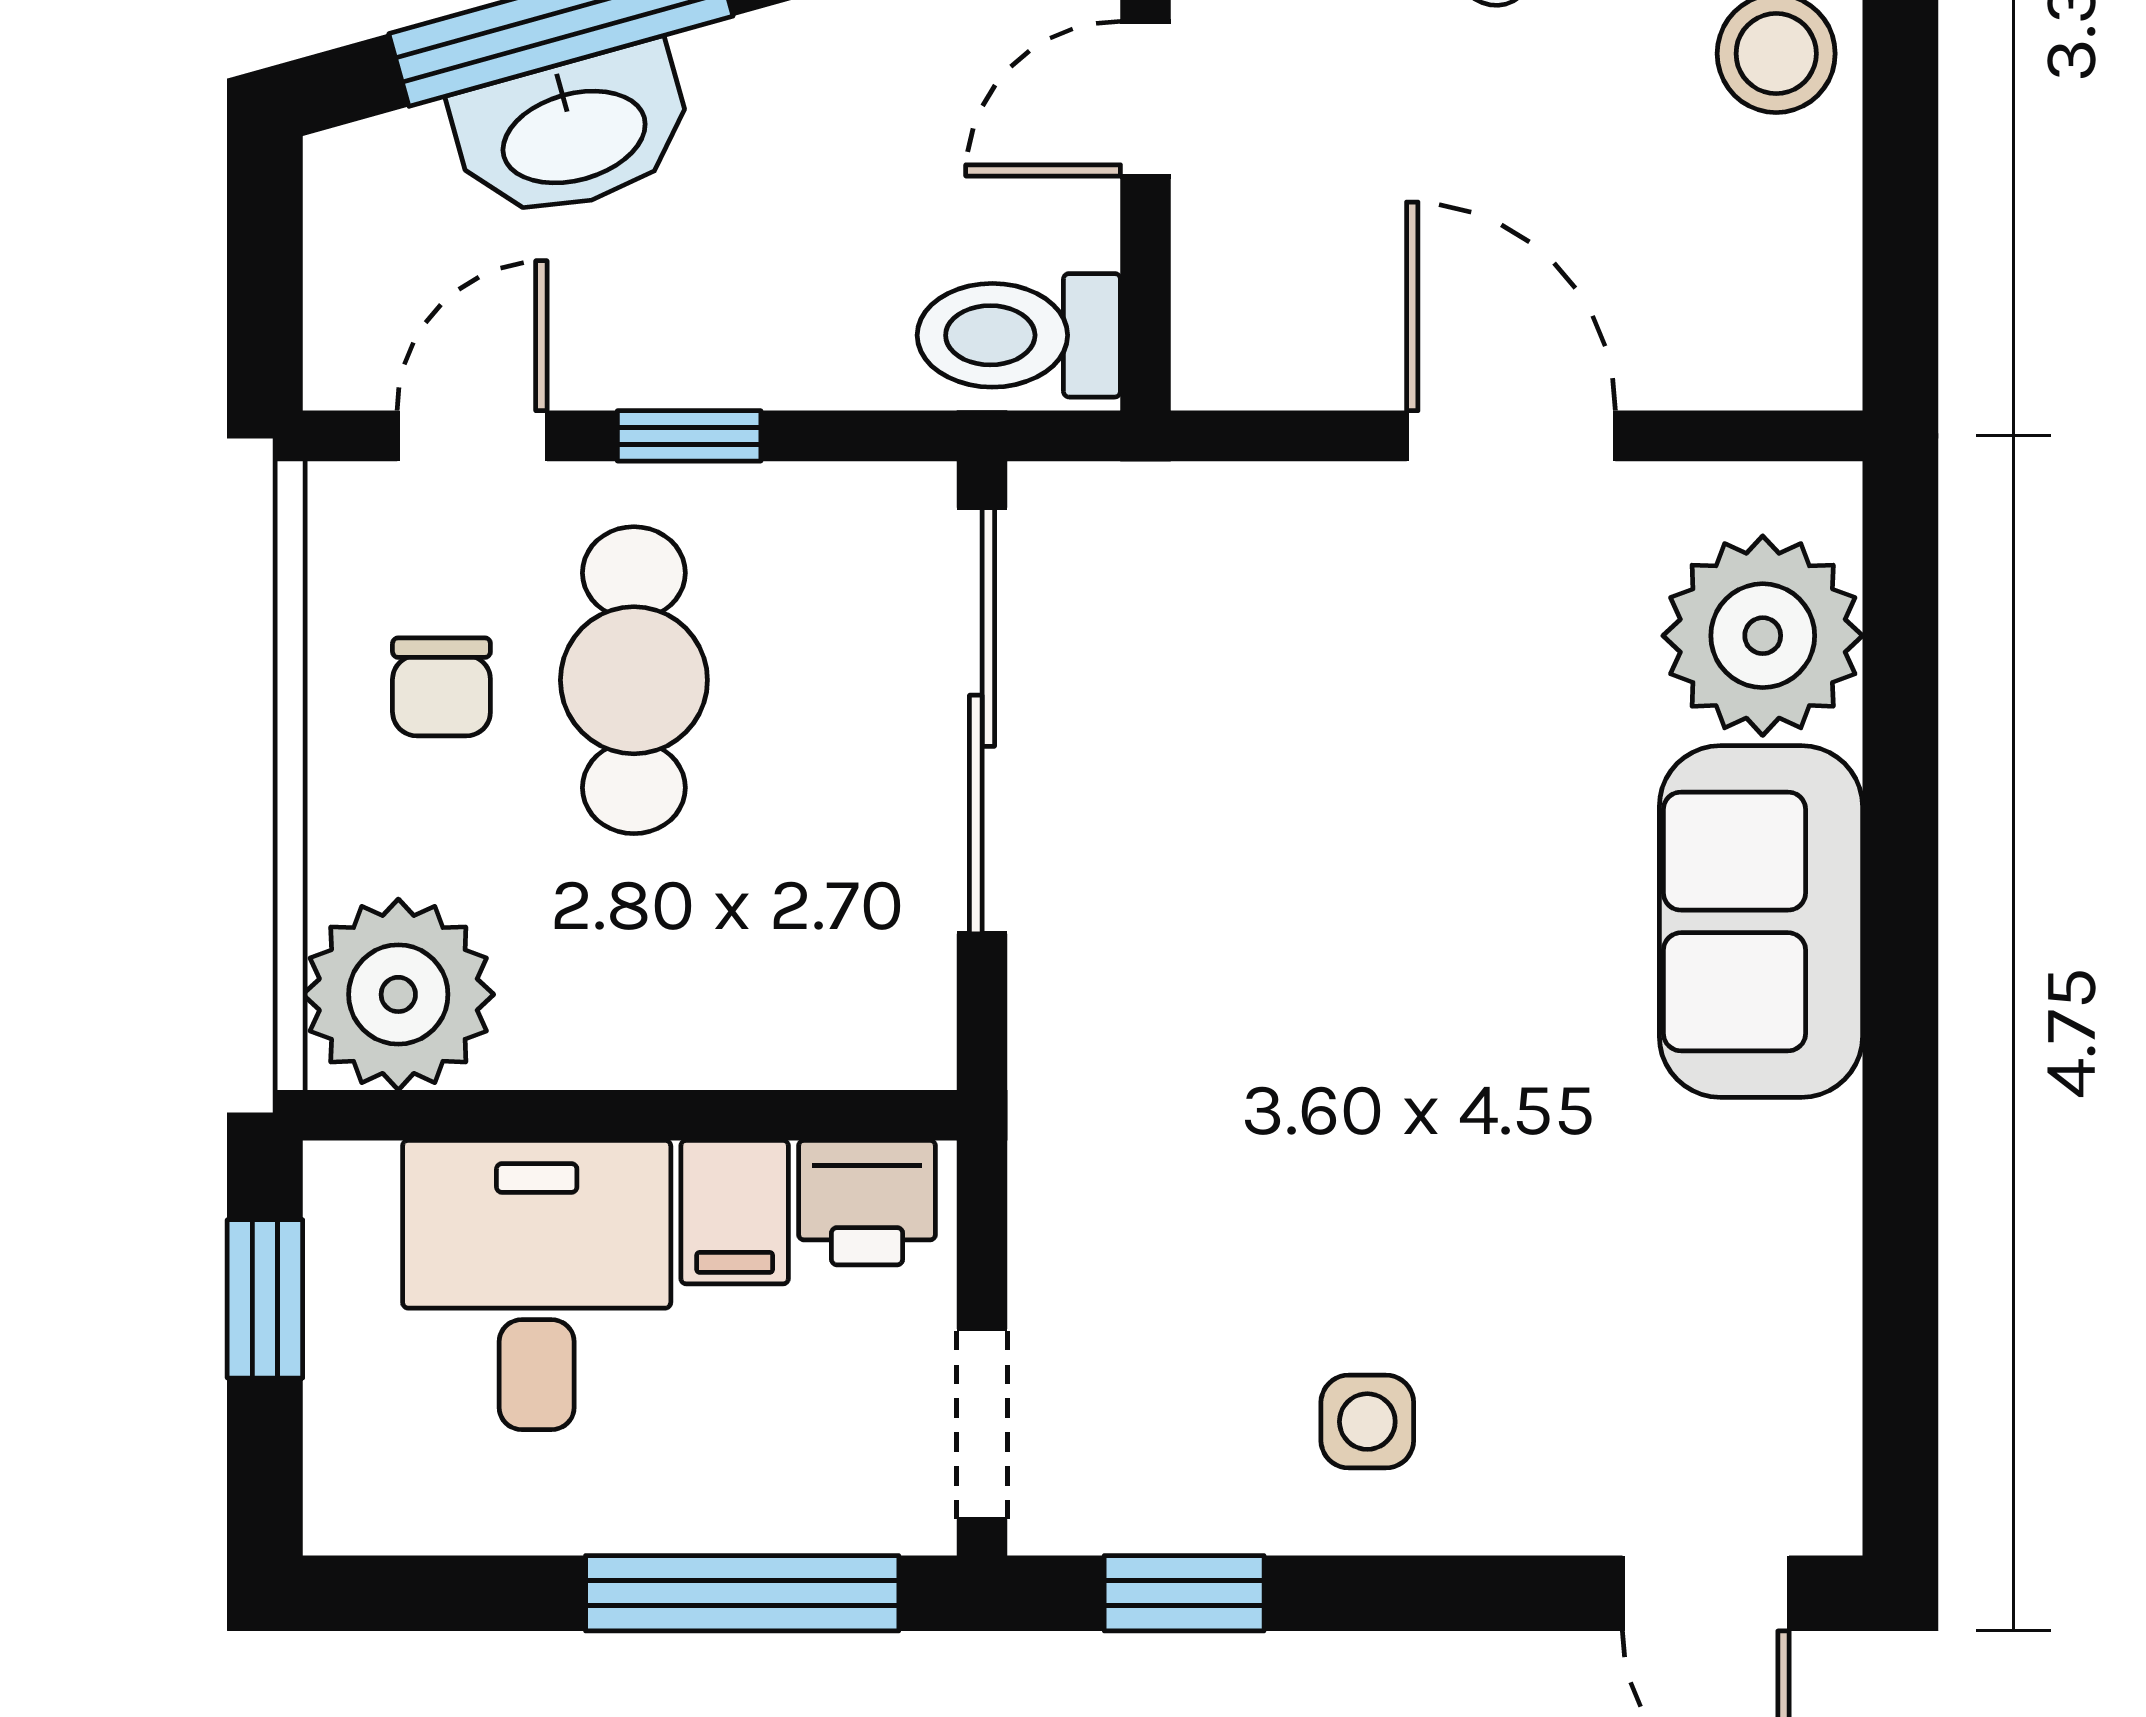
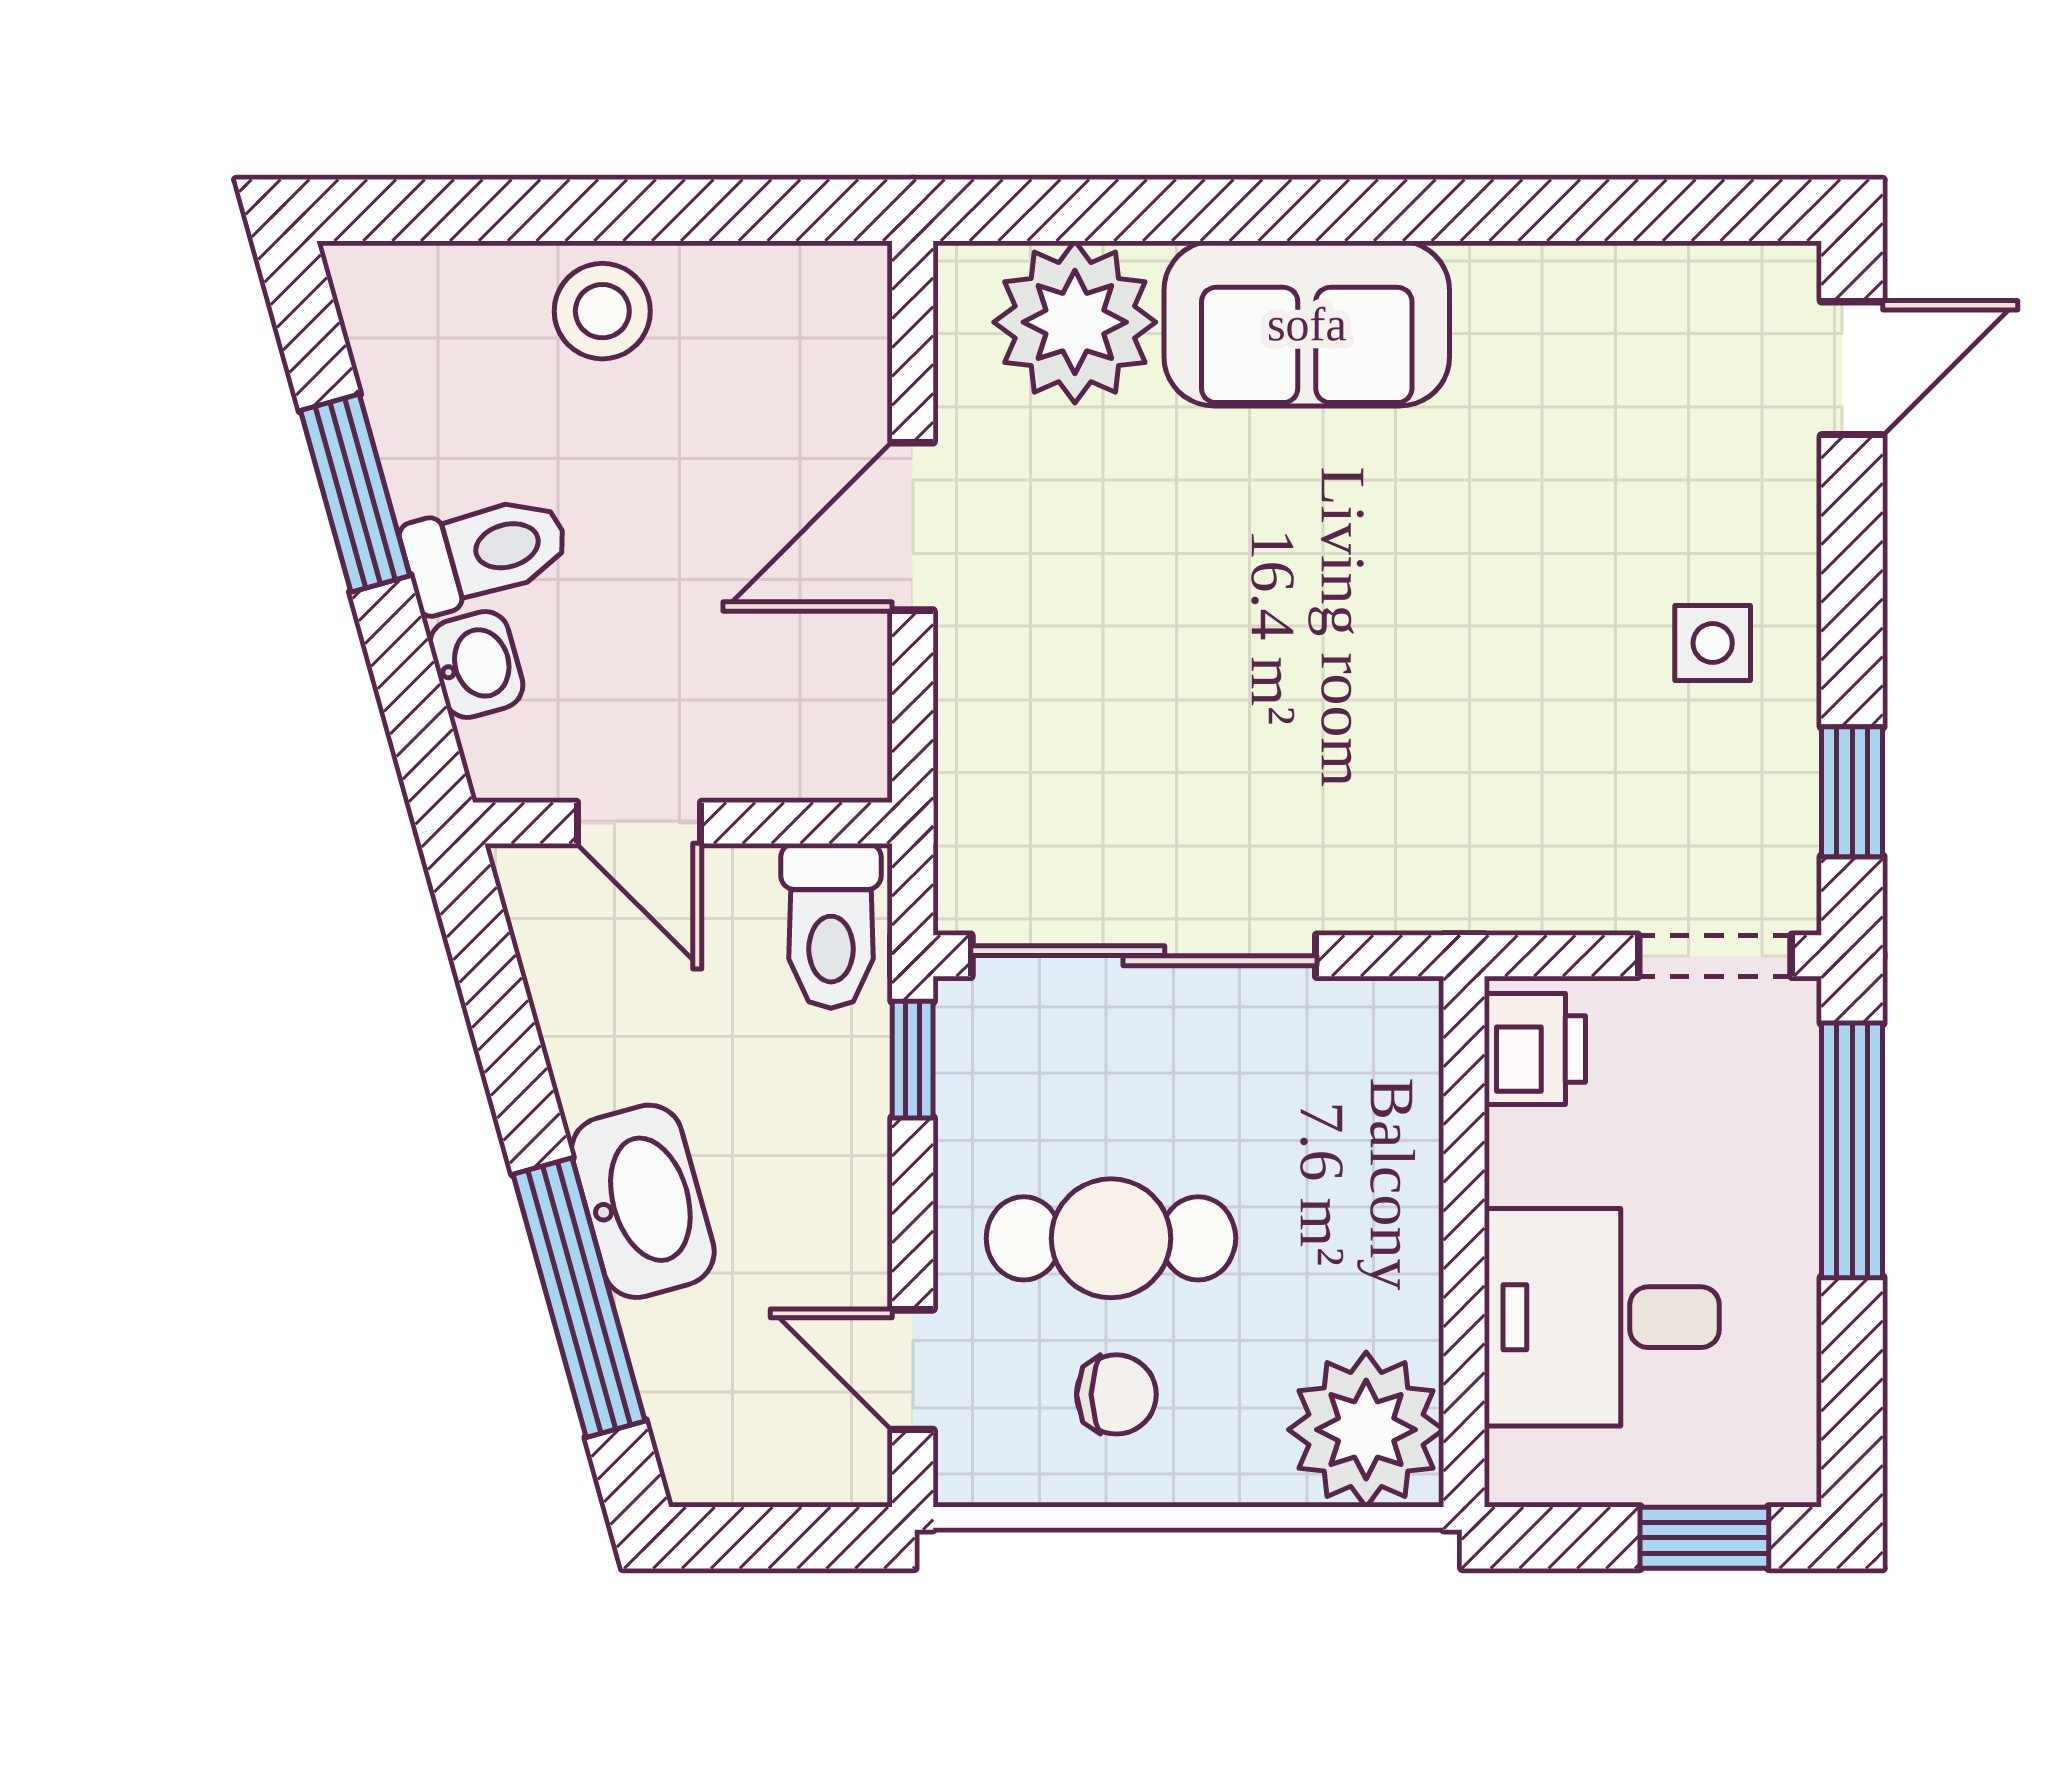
washbasin: (573, 133) -> (643, 1201), moved
window: (689, 436) -> (913, 1060), moved
filing cabinet: (735, 1212) -> (1543, 1156), removed
window: (265, 1299) -> (1704, 1538), moved

